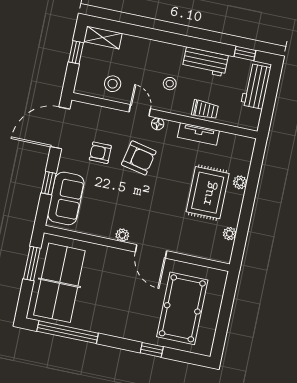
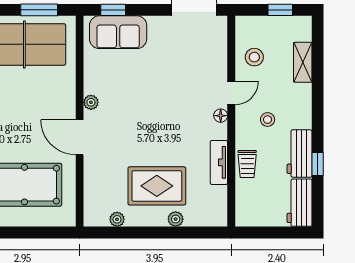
shelving: (103, 37) -> (303, 62), moved
window: (245, 53) -> (318, 164), moved
workbench: (256, 86) -> (300, 203), moved, turned -90
armchair: (100, 153) -> (176, 59), removed
armchair: (139, 158) -> (179, 103), removed
window: (49, 183) -> (113, 10), moved
door: (151, 251) -> (80, 137), hinge flipped

